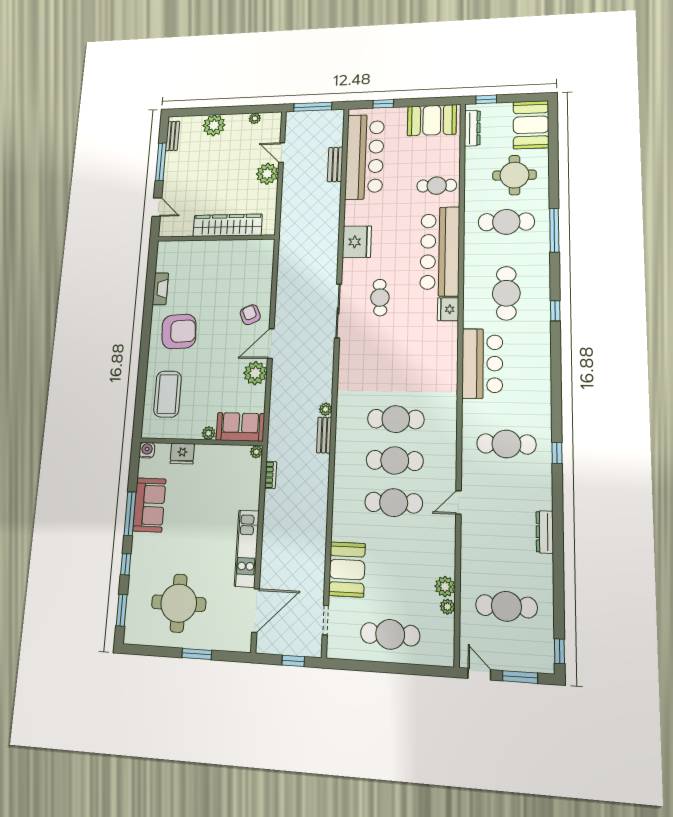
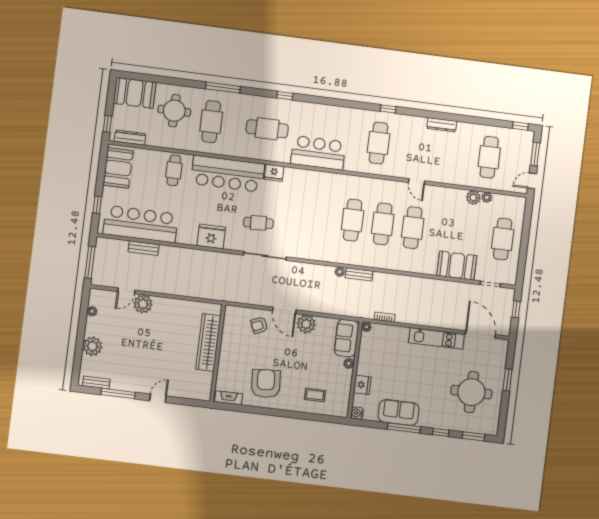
wardrobe: (228, 225) -> (208, 343), moved
wall: (216, 238) -> (218, 353), moved
coffee table: (168, 394) -> (315, 395), width x0.54, depth x0.58

